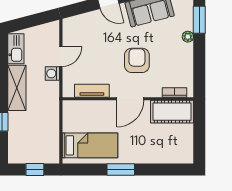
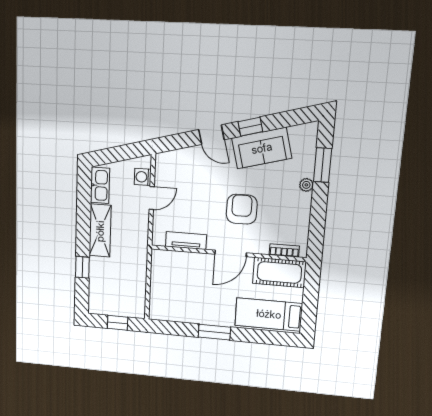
washing machine: (52, 74) -> (143, 177), moved
bed: (90, 145) -> (269, 314), moved, turned 180

